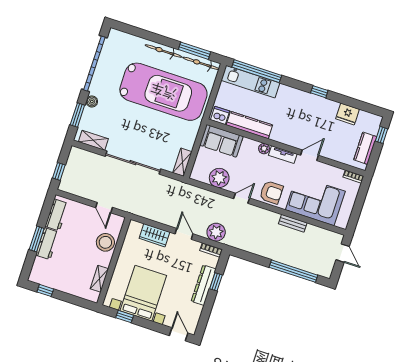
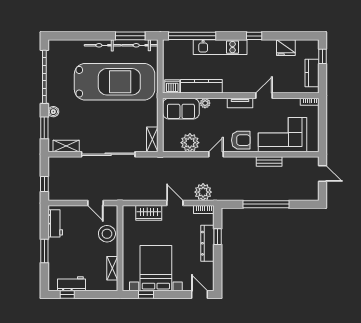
kitchen unit: (250, 82) -> (220, 47), moved
plant: (264, 149) -> (205, 103), moved
workbench: (47, 244) -> (72, 284), moved, turned -90
window: (293, 271) -> (266, 204), moved

